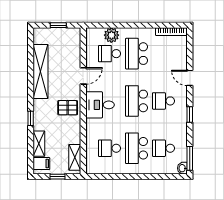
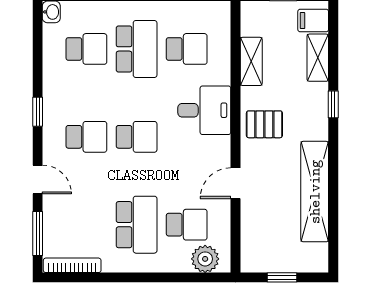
plant: (111, 35) -> (205, 259), moved
school desk: (137, 101) -> (137, 137), width x0.54
desk: (100, 105) -> (204, 110), moved
shelving: (75, 157) -> (251, 61), moved
window: (190, 158) -> (38, 234), moved

